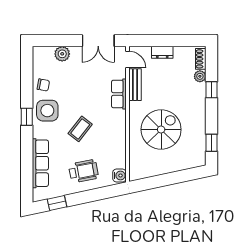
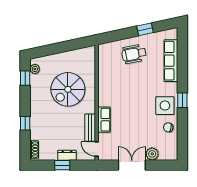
double door: (98, 41) -> (132, 165), moved
window: (168, 41) -> (62, 165), added
plant: (200, 76) -> (35, 69), moved
coffee table: (80, 129) -> (137, 90), removed
water cooler: (119, 175) -> (103, 50), removed
window: (57, 203) -> (145, 29), moved

